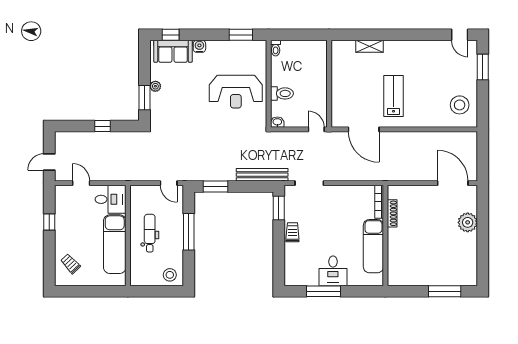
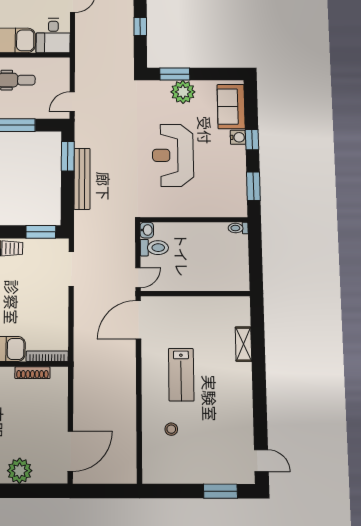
window: (171, 35) -> (252, 140), moved
door: (460, 35) -> (261, 461), swing flipped
plant: (155, 86) -> (183, 92), width x1.88, depth x1.88
reception desk: (236, 92) -> (173, 155), moved
toilet: (282, 93) -> (154, 248), moved, turned -90
lab bench: (394, 96) -> (181, 375), turned 90
stool: (460, 105) -> (171, 429), moved, width x0.53, depth x0.53
door: (364, 129) -> (138, 320), moved
bench: (262, 175) -> (82, 179), moved

